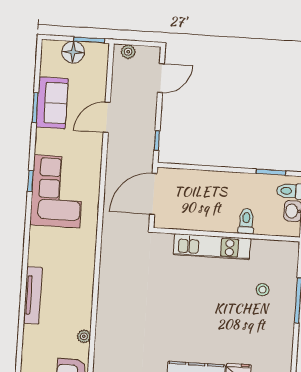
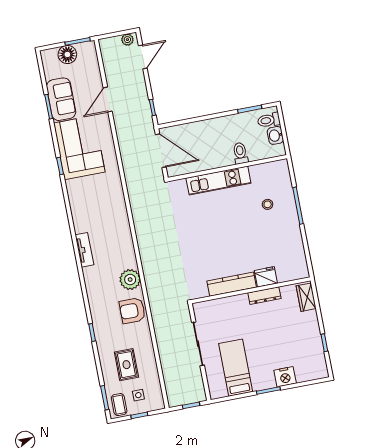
plant: (128, 52) -> (127, 40), moved
corner sofa: (57, 191) -> (79, 147), moved
door: (153, 194) -> (161, 151), swing flipped
tv unit: (33, 295) -> (84, 250), width x0.71
plant: (84, 336) -> (130, 280), width x1.87, depth x1.87

